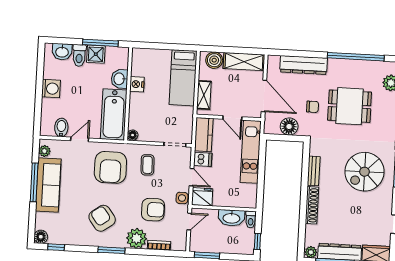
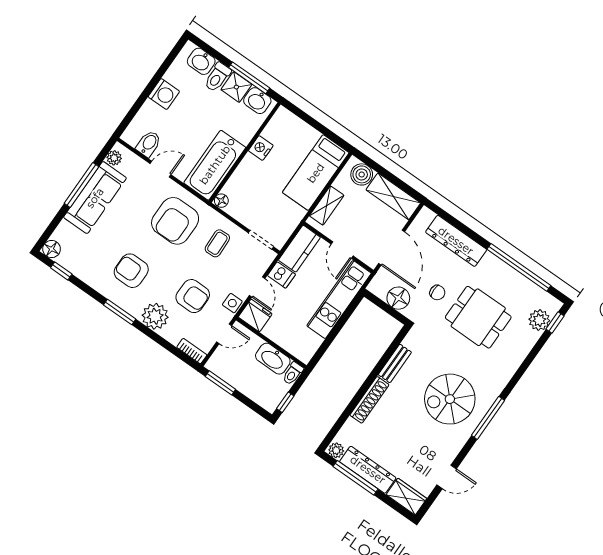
washbasin: (120, 79) -> (257, 101), moved, turned -90
armchair: (102, 218) -> (131, 271), turned -54
bookcase: (159, 245) -> (192, 351), moved

